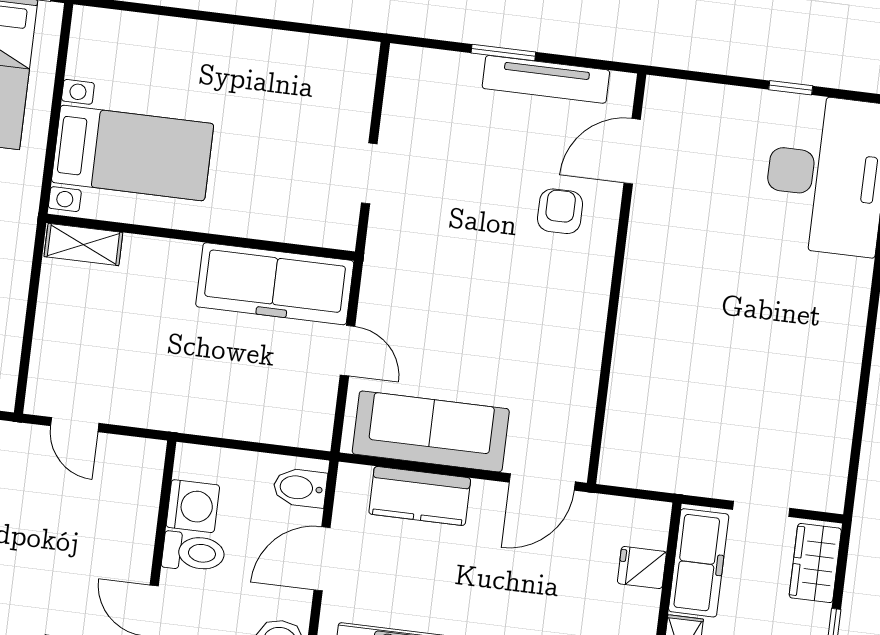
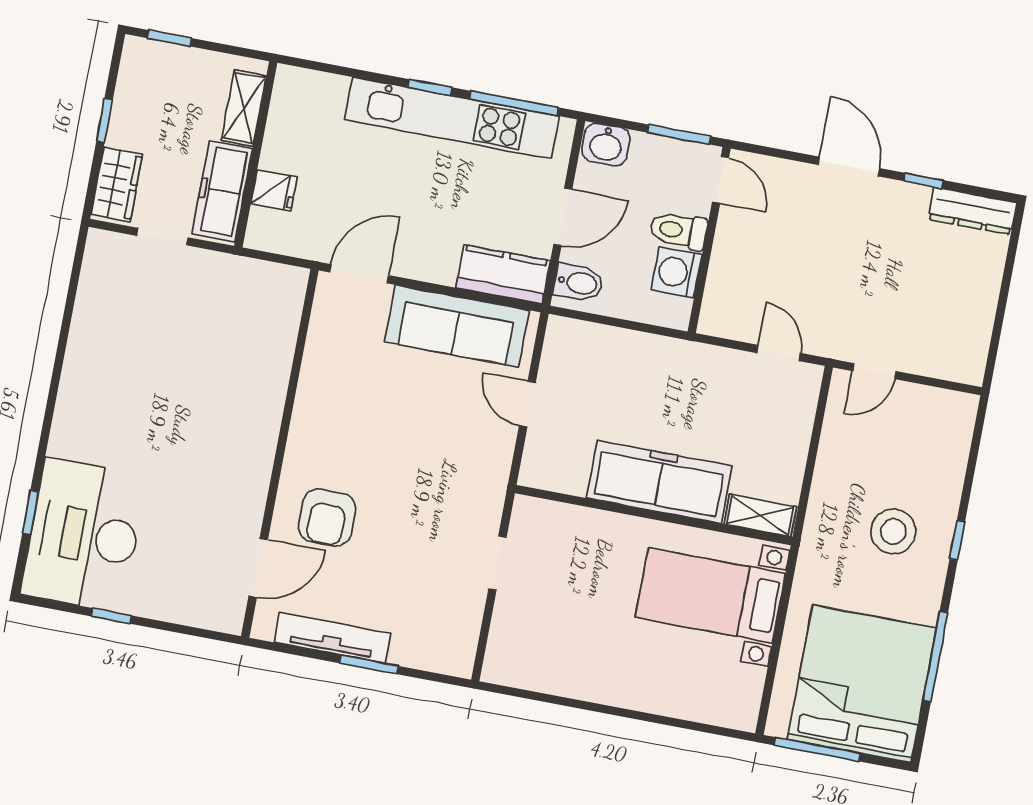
armchair: (560, 211) -> (327, 518), width x1.38, depth x1.38
freezer: (275, 284) -> (659, 482), moved
kitchen counter: (420, 496) -> (503, 274), moved

